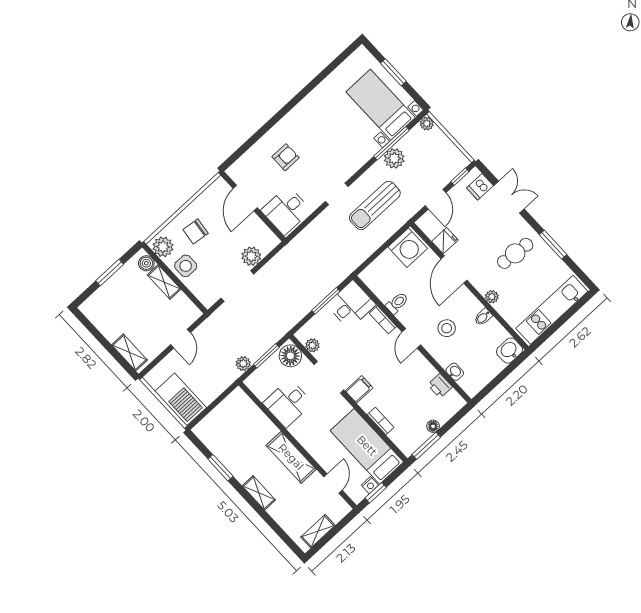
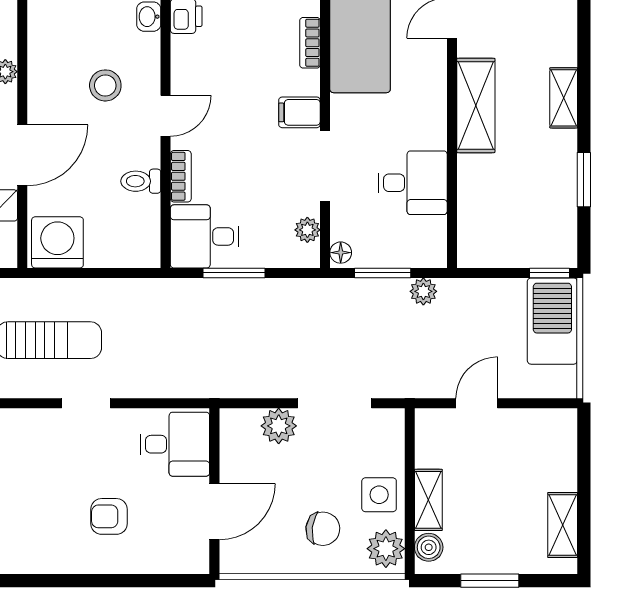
bidet: (483, 317) -> (43, 55), removed
shelving: (130, 352) -> (563, 525), moved
floor lamp: (290, 356) -> (341, 253), width x0.53, depth x0.53
window: (200, 418) -> (549, 273), added

